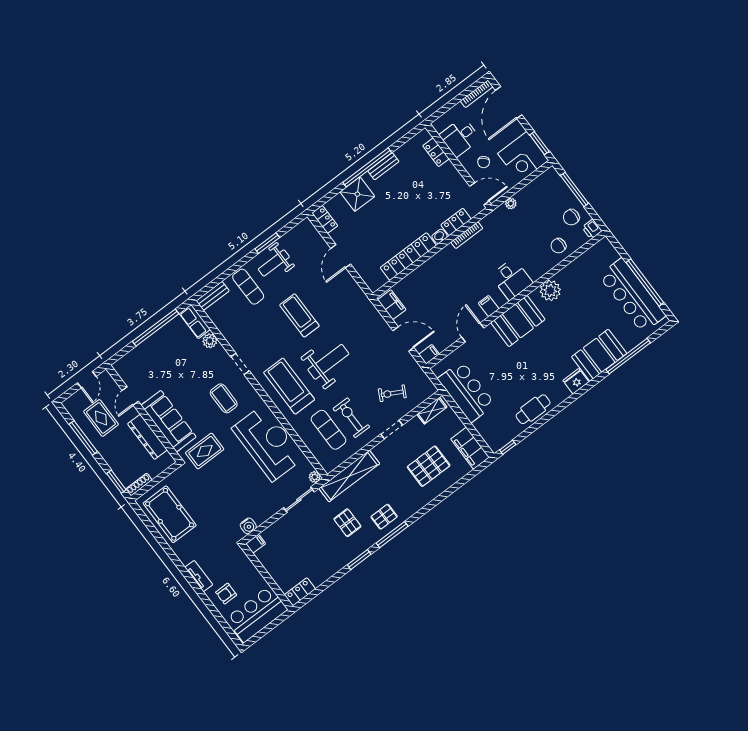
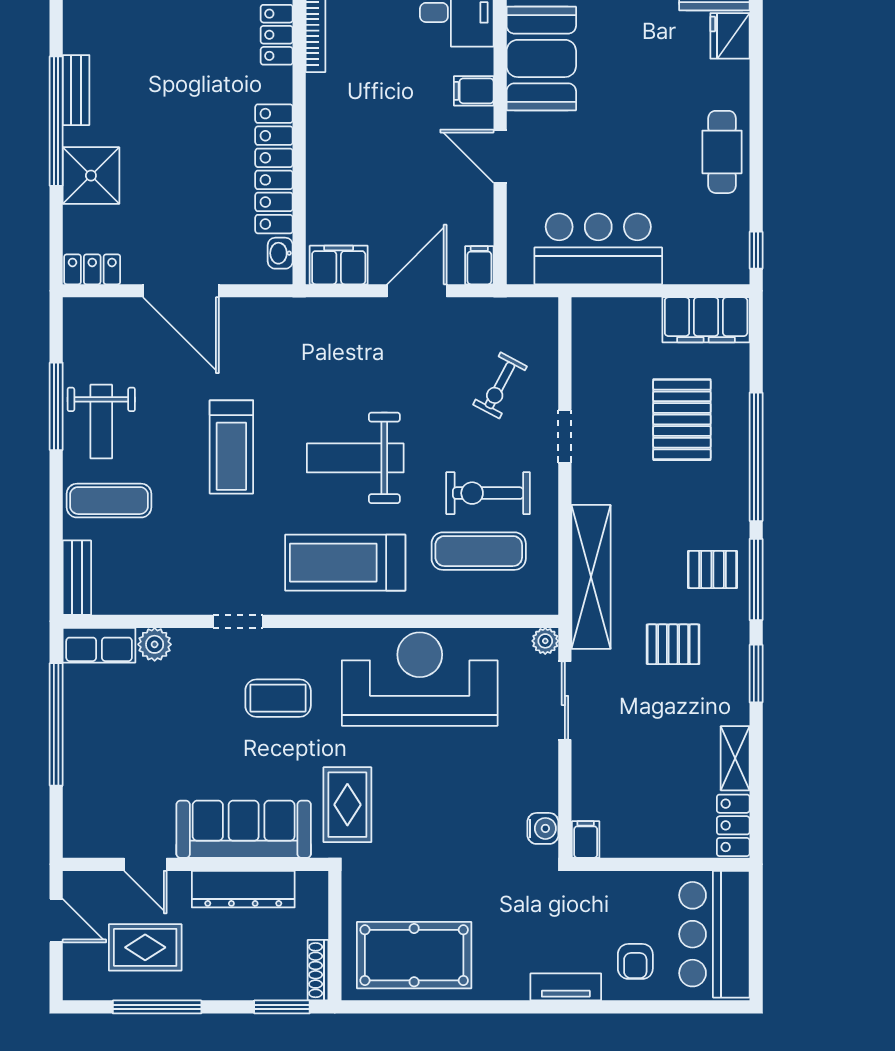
washbasin: (440, 236) -> (280, 253), moved
window: (267, 243) -> (56, 406), width x1.44
door: (341, 256) -> (181, 291), width x1.36
treadmill: (299, 315) -> (231, 447), turned -90
weight bench: (328, 362) -> (355, 458), turned -90
shelving: (432, 411) -> (735, 758), moved
window: (435, 502) -> (756, 457), added
pallet: (384, 517) -> (712, 569), turned 90

